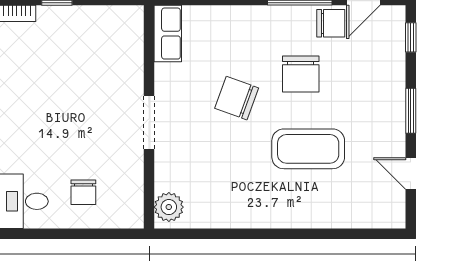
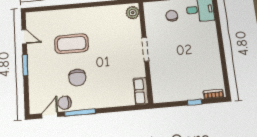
window: (411, 37) -> (27, 99), removed
chair: (301, 74) -> (77, 78), turned 180
chair: (237, 98) -> (106, 64), removed

